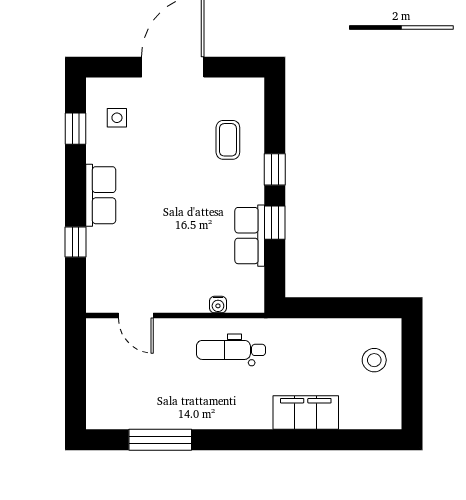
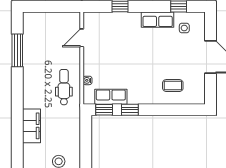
window: (275, 169) -> (104, 110), moved
row of seats: (101, 195) -> (158, 20), moved
row of seats: (250, 236) -> (111, 97), moved

